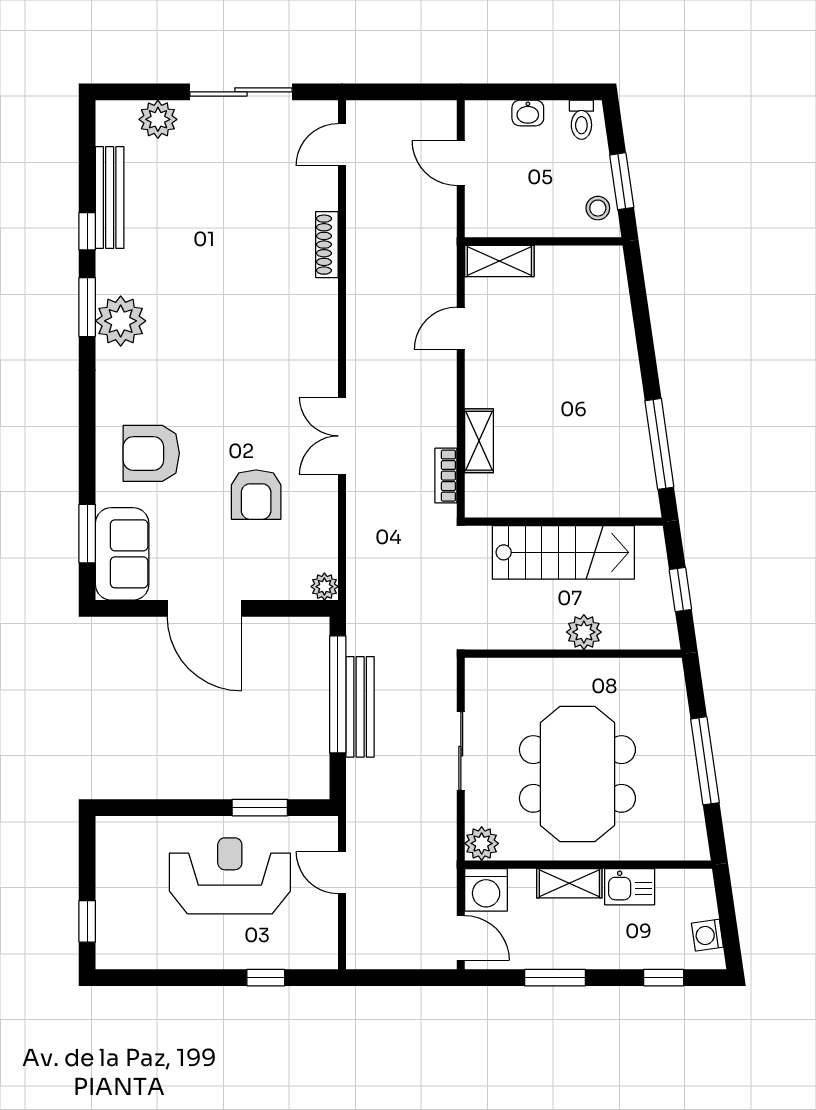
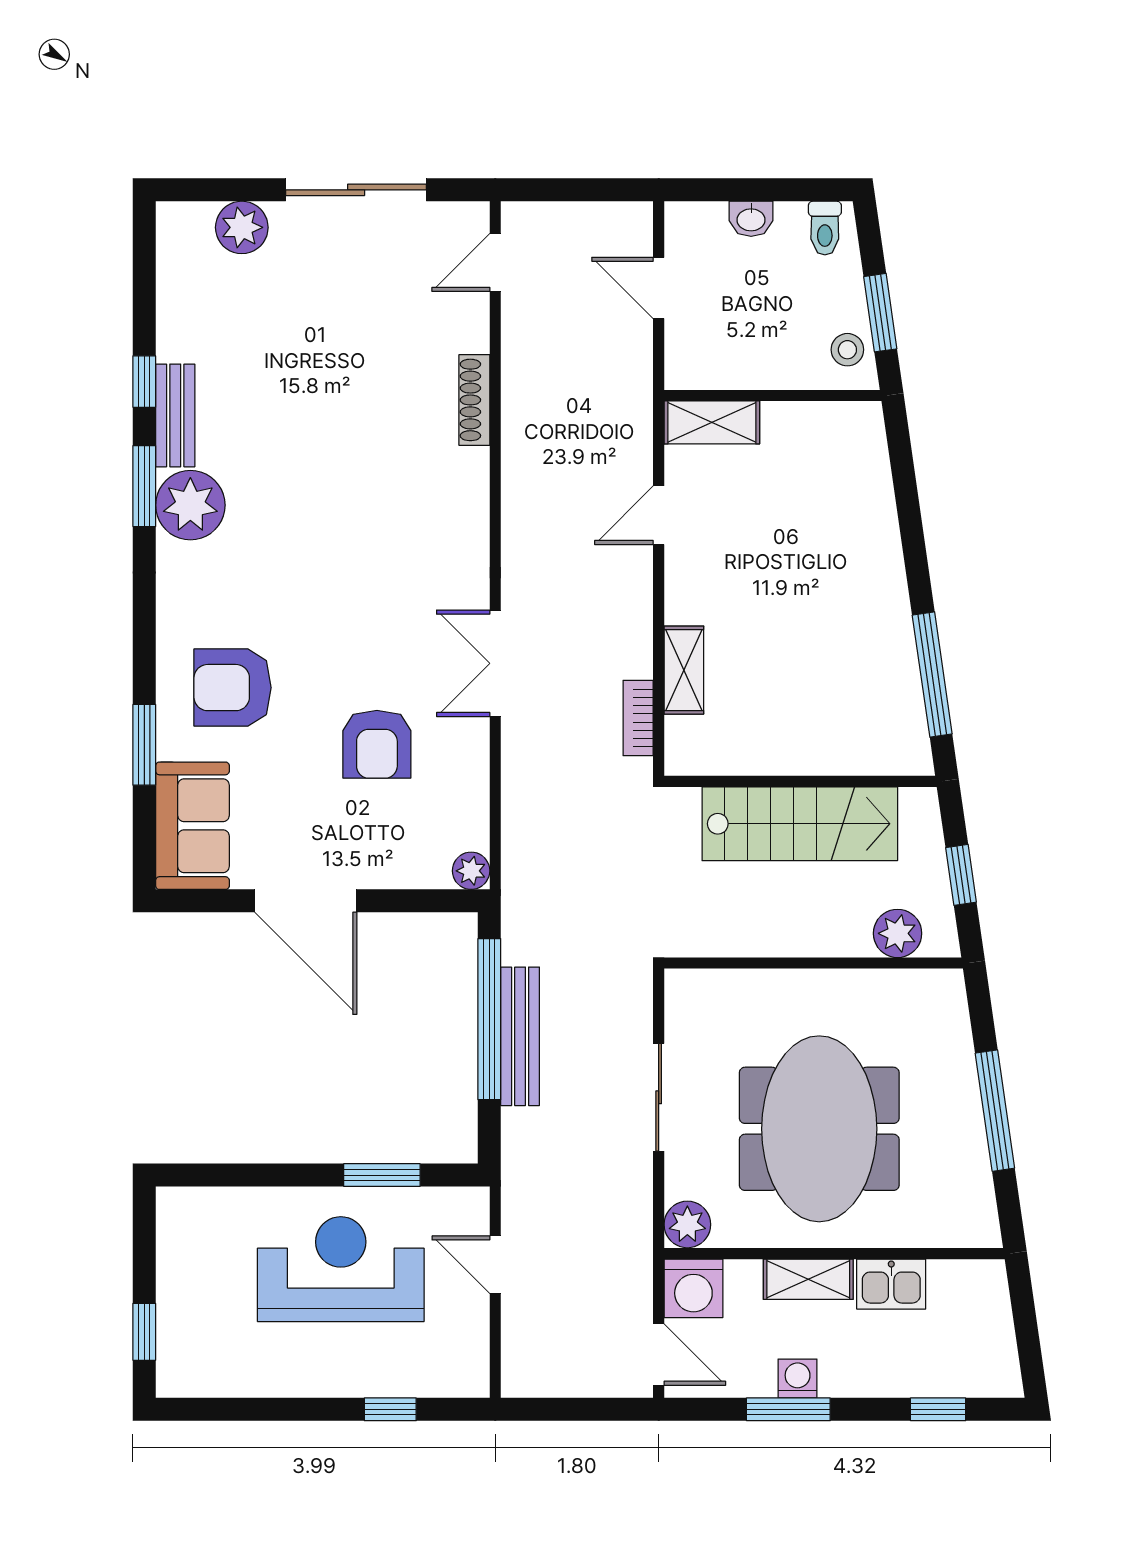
bench: (110, 198) -> (175, 415), moved, width x0.73
window: (87, 534) -> (144, 745), moved
plant: (584, 632) -> (898, 933), moved
washing machine: (707, 935) -> (798, 1379), moved, turned 98

